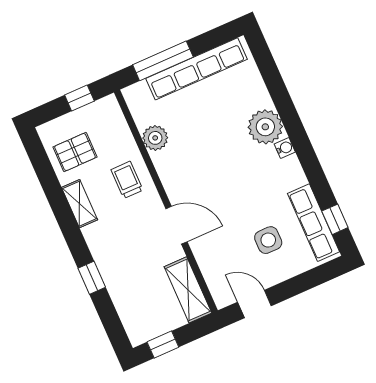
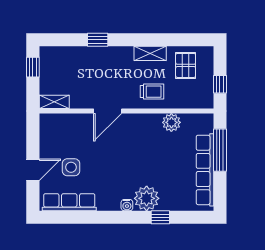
window: (335, 219) -> (160, 217), moved
shelving: (188, 290) -> (54, 102), width x0.67, depth x0.75
door: (254, 304) -> (33, 170), moved

